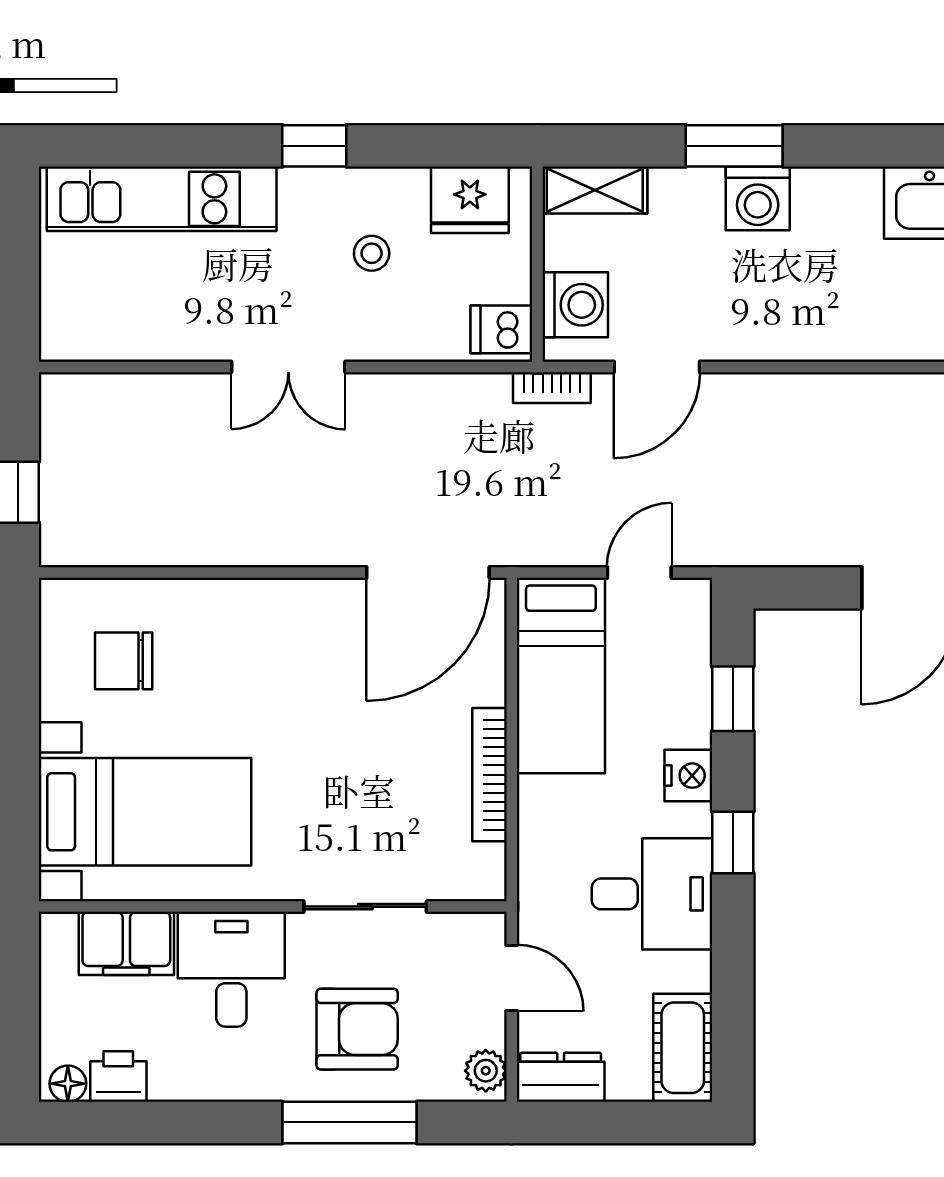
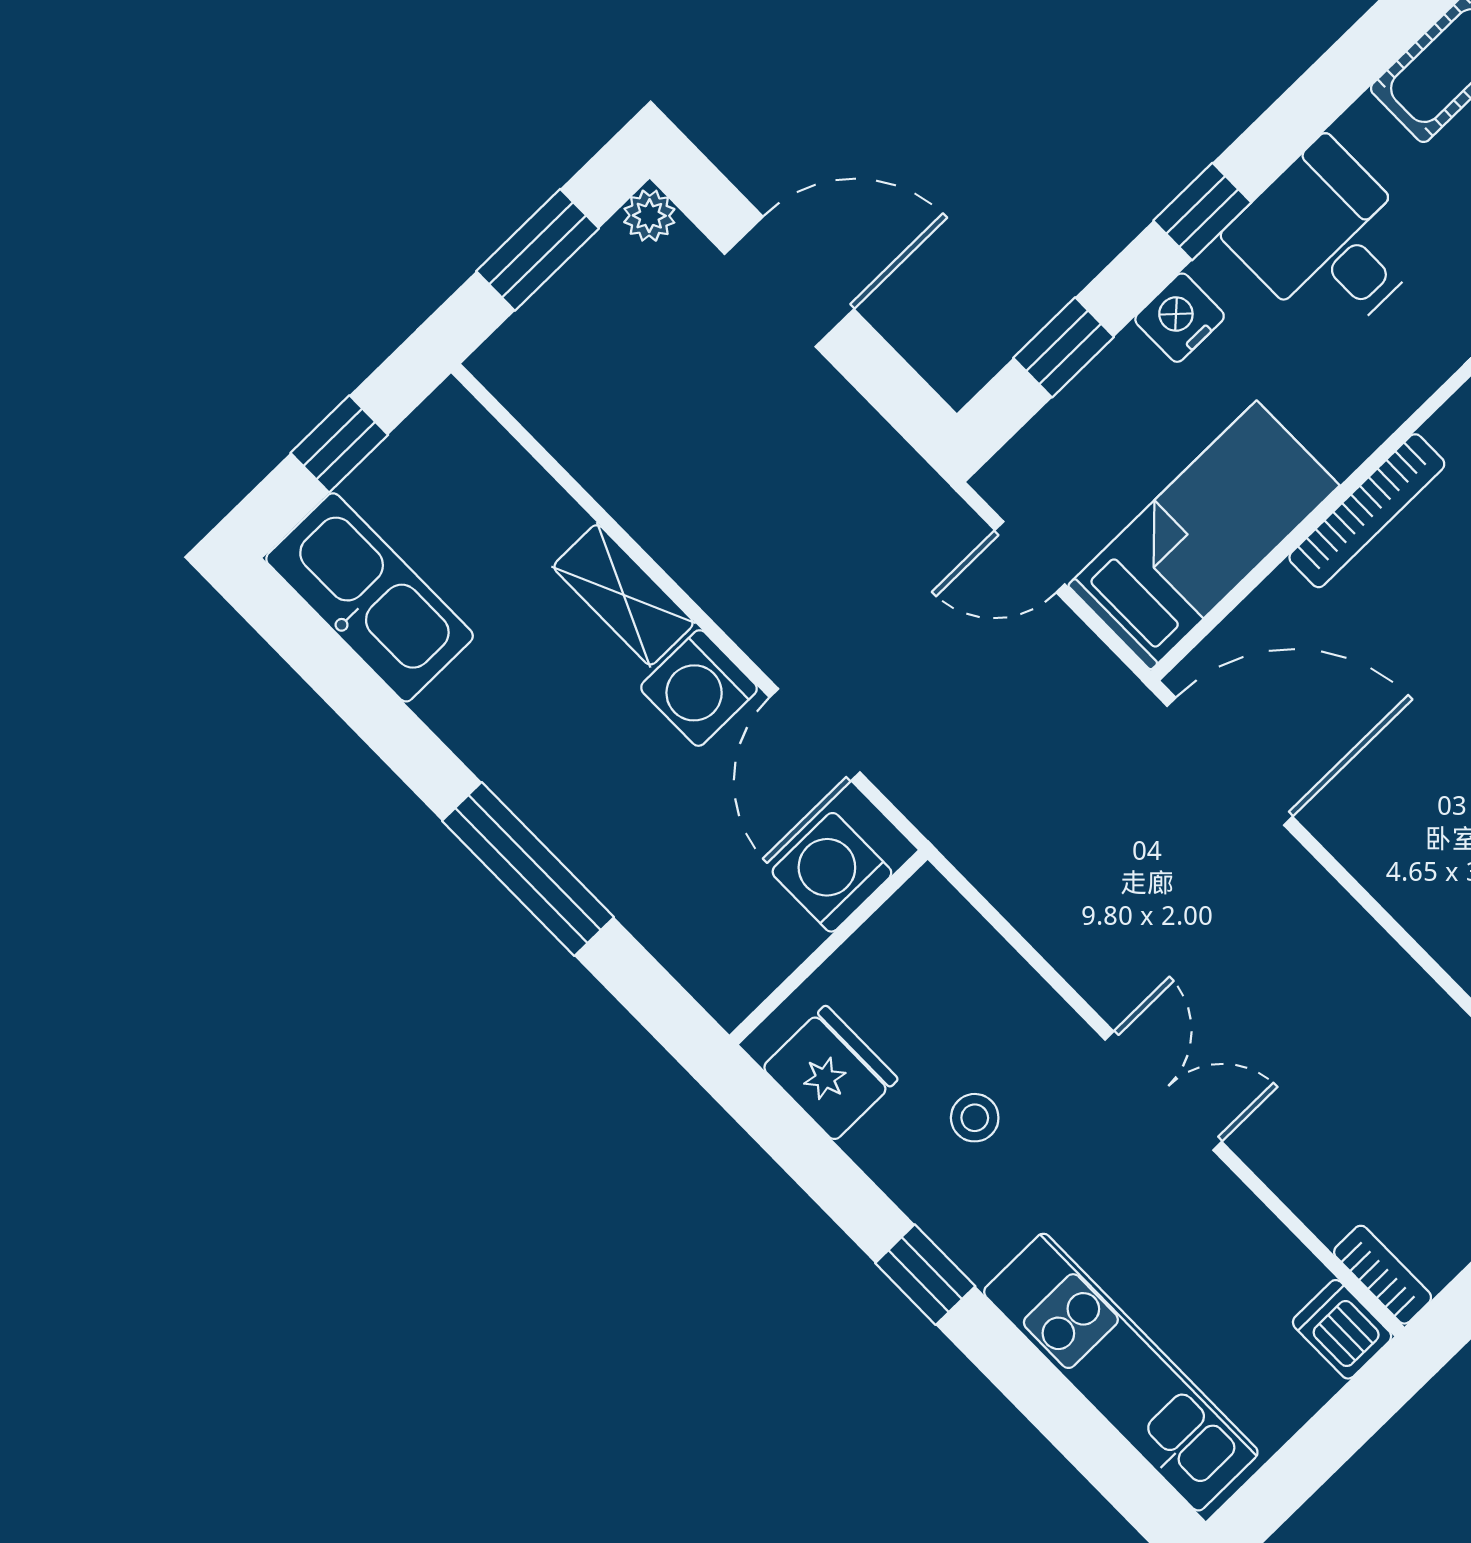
window: (734, 146) -> (528, 869), width x1.44
shelving: (595, 190) -> (624, 595), moved
washing machine: (758, 198) -> (699, 688), moved, turned 180
dishwasher: (501, 329) -> (1342, 1329), moved, turned 180
door: (657, 367) -> (815, 735), swing flipped
bookcase: (552, 388) -> (1383, 1275), moved

